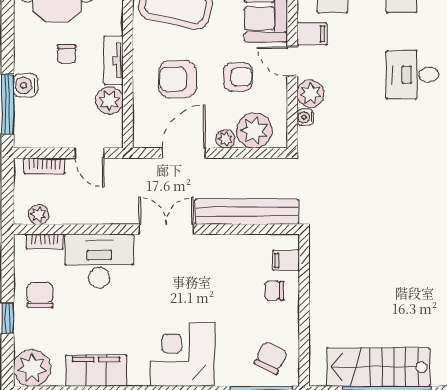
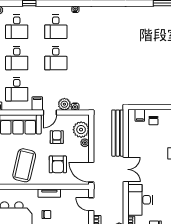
plant: (109, 100) -> (67, 195), removed
door: (90, 153) -> (91, 204), swing flipped
door: (184, 153) -> (91, 172), moved
double door: (166, 229) -> (126, 169), swing flipped

